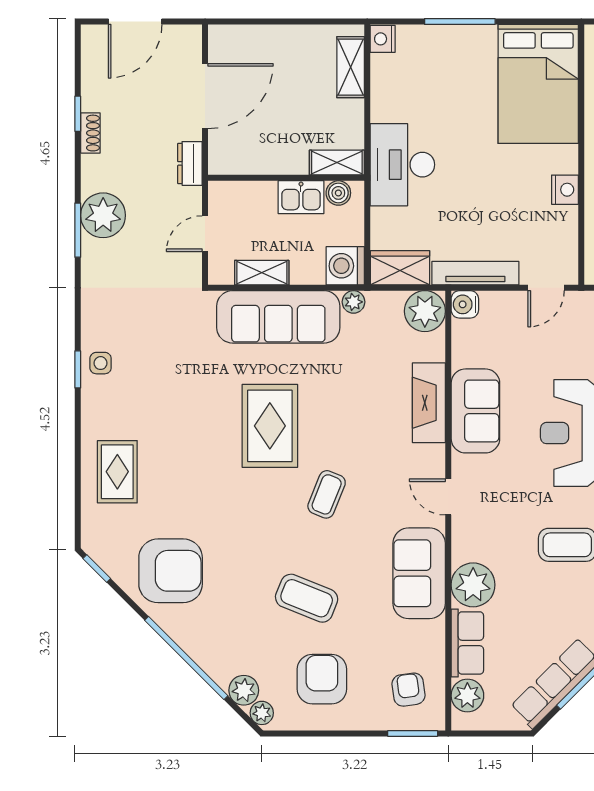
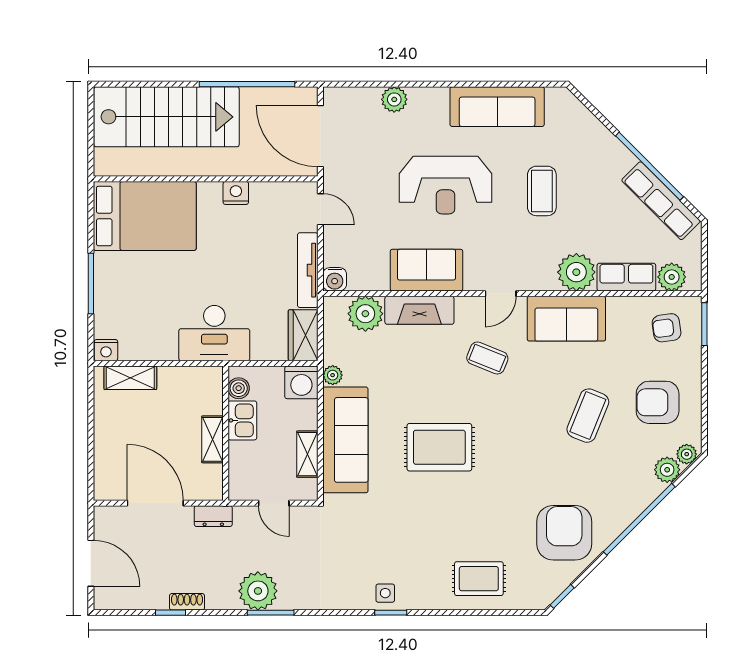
shelving: (337, 163) -> (212, 439), moved
plant: (425, 311) -> (365, 314), moved
coffee table: (327, 494) -> (487, 358), moved

